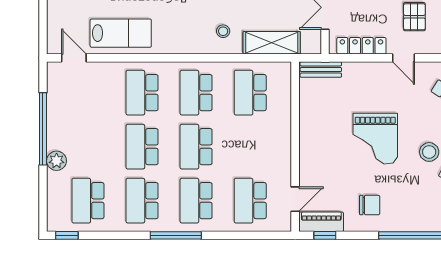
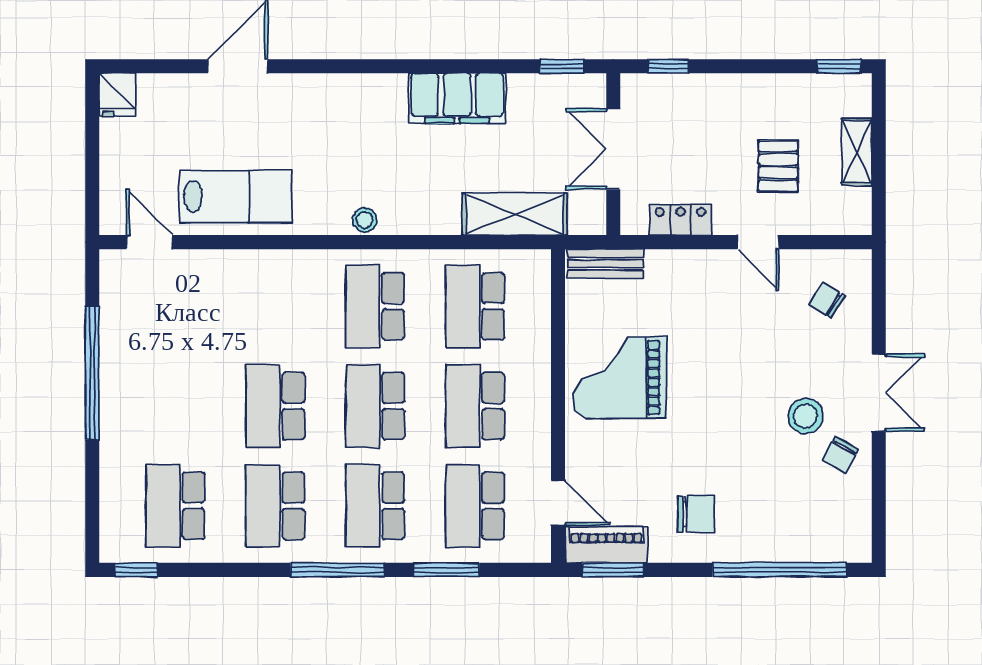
stool: (223, 31) -> (365, 220), moved
locker: (361, 46) -> (680, 220), width x0.66
school desk: (142, 93) -> (475, 406), moved
grand piano: (375, 139) -> (620, 378), moved, turned 90
plant: (57, 161) -> (117, 432), removed
door: (295, 199) -> (558, 503), hinge flipped
window: (235, 235) -> (447, 570), added
window: (325, 235) -> (613, 570), width x1.50

